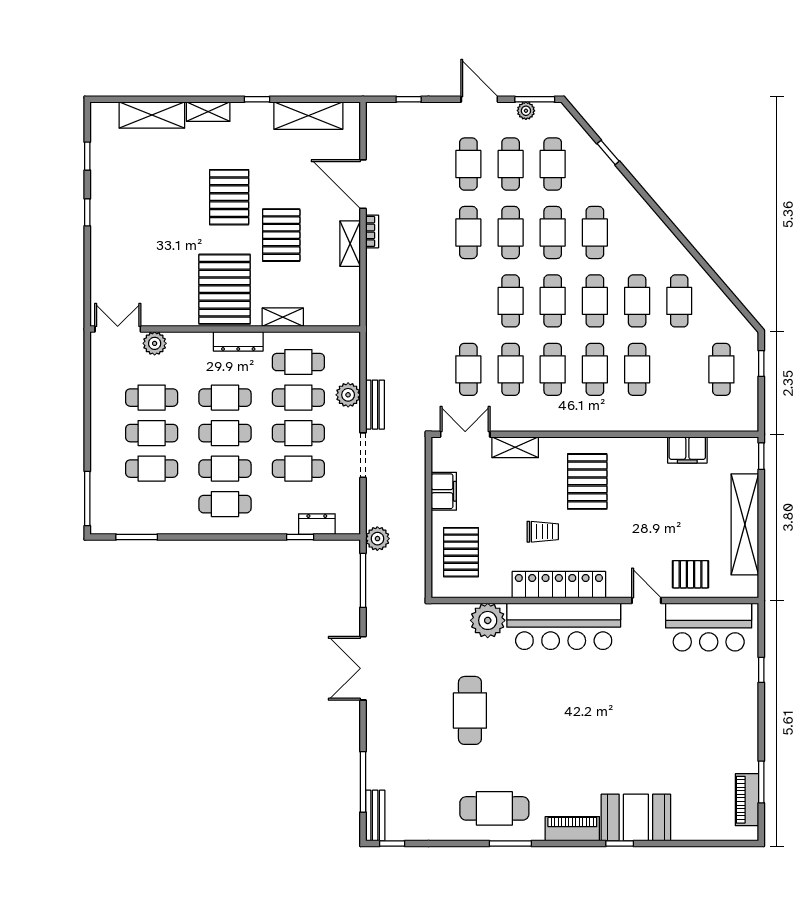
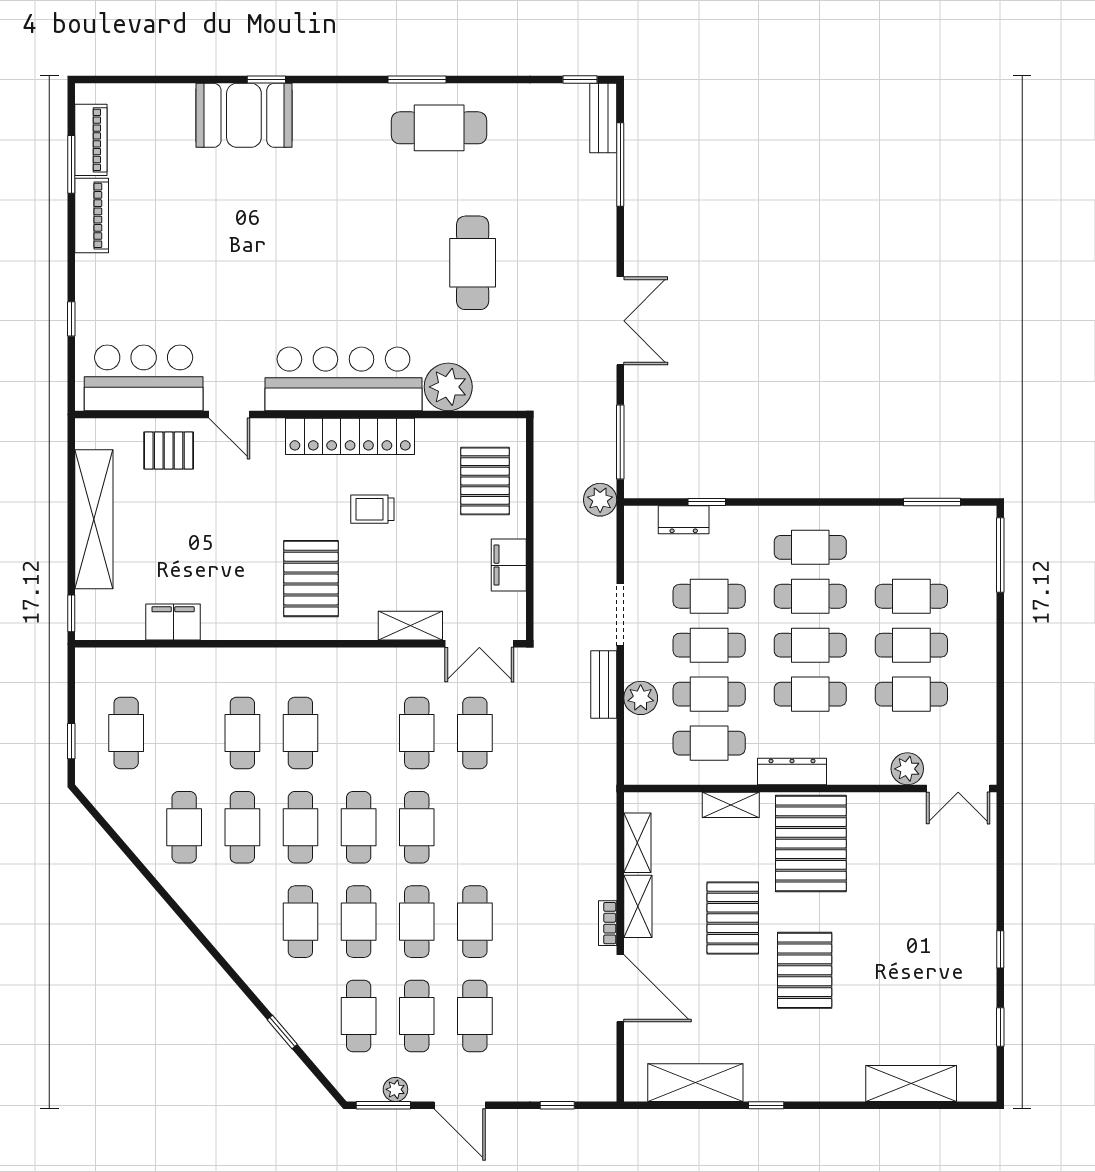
shelving: (208, 112) -> (637, 843), moved, turned 90
cafe table: (553, 369) -> (359, 733), removed
piano: (572, 829) -> (92, 215), moved, turned -90

